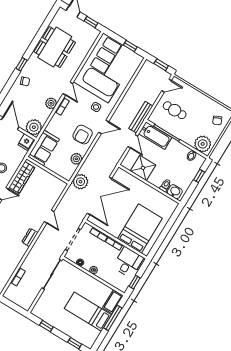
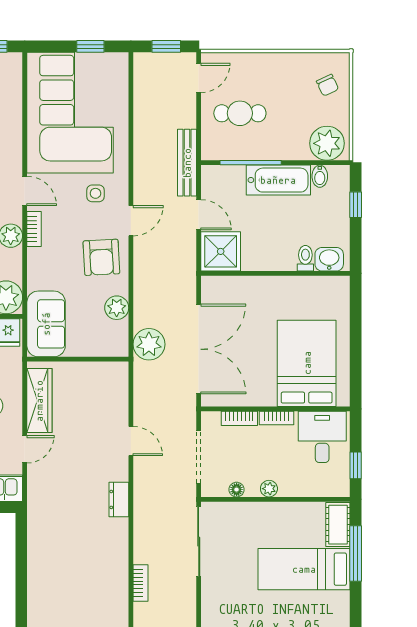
bathtub: (155, 136) -> (278, 180), moved
shower: (143, 168) -> (221, 251), moved

